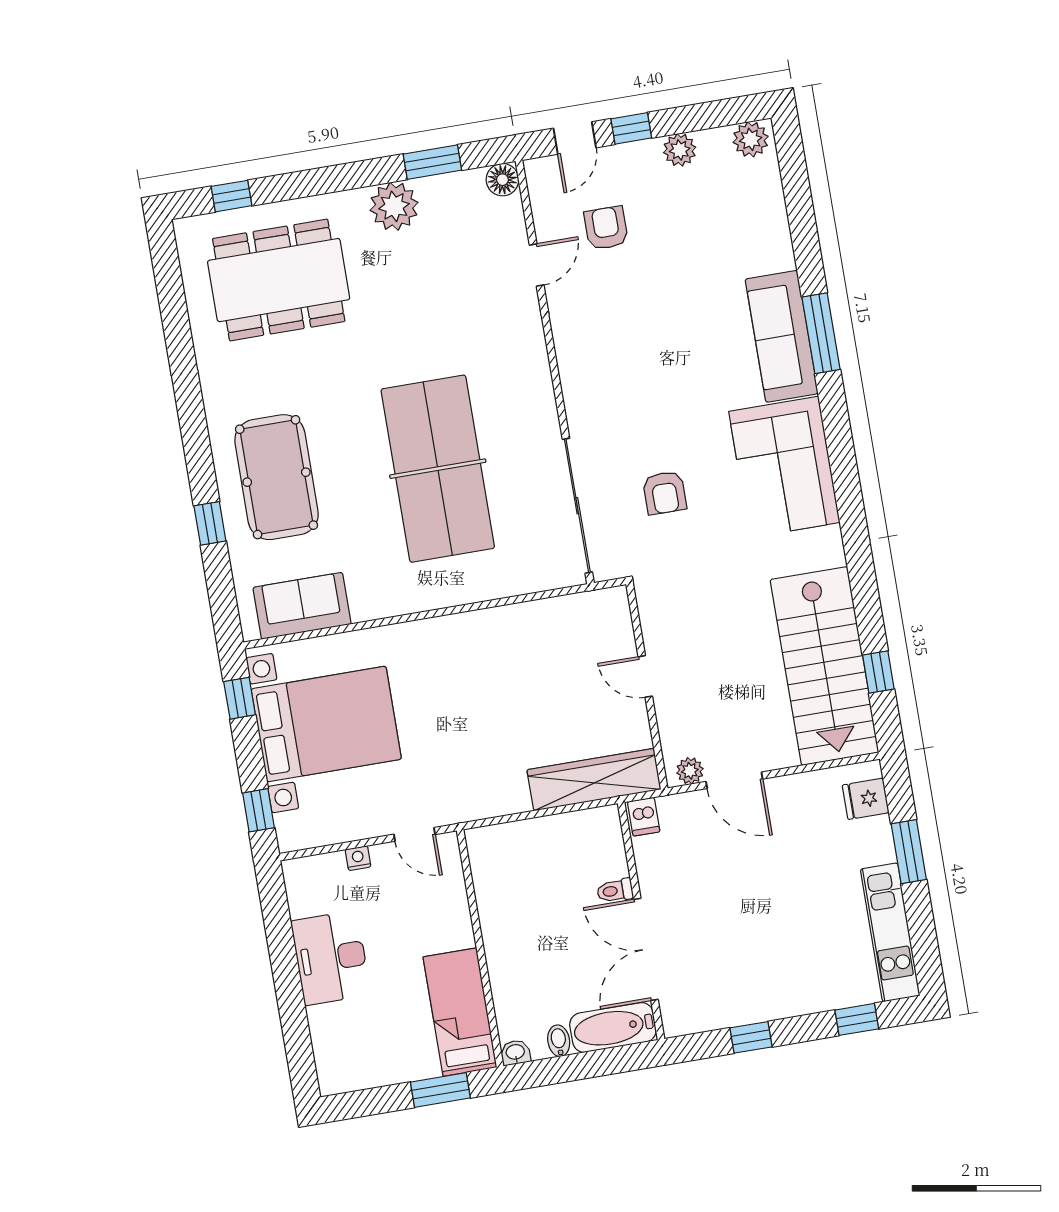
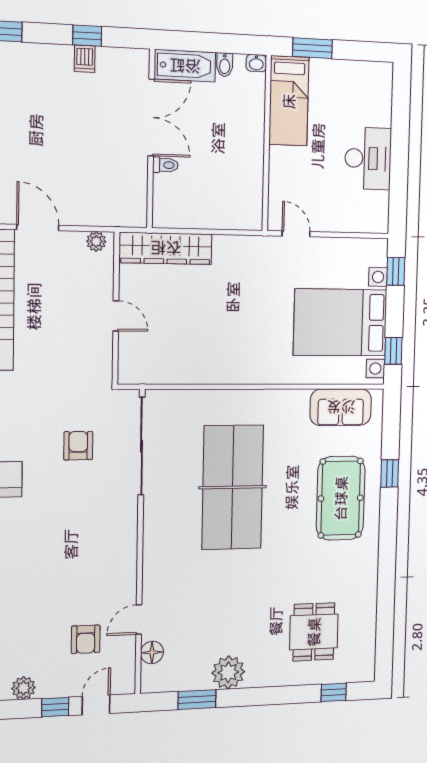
floor lamp: (502, 180) -> (152, 652), moved
dining table: (279, 280) -> (314, 632), width x0.53, depth x0.80
door: (734, 780) -> (38, 228), moved
dishwasher: (644, 817) -> (85, 59), moved, turned 180
nightstand: (358, 858) -> (337, 225), removed

